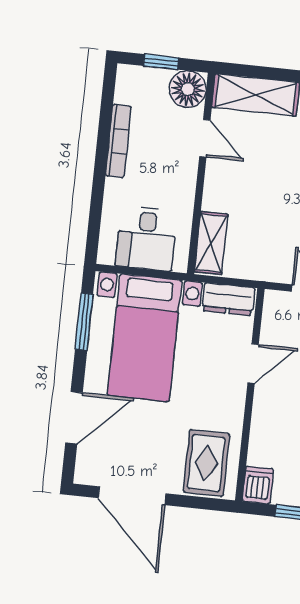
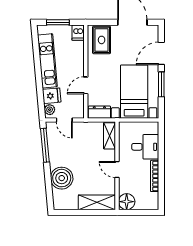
window: (161, 62) -> (140, 212), removed
door: (205, 138) -> (117, 170), moved
desk: (146, 238) -> (145, 147), moved, turned 90
window: (84, 322) -> (161, 84), moved

